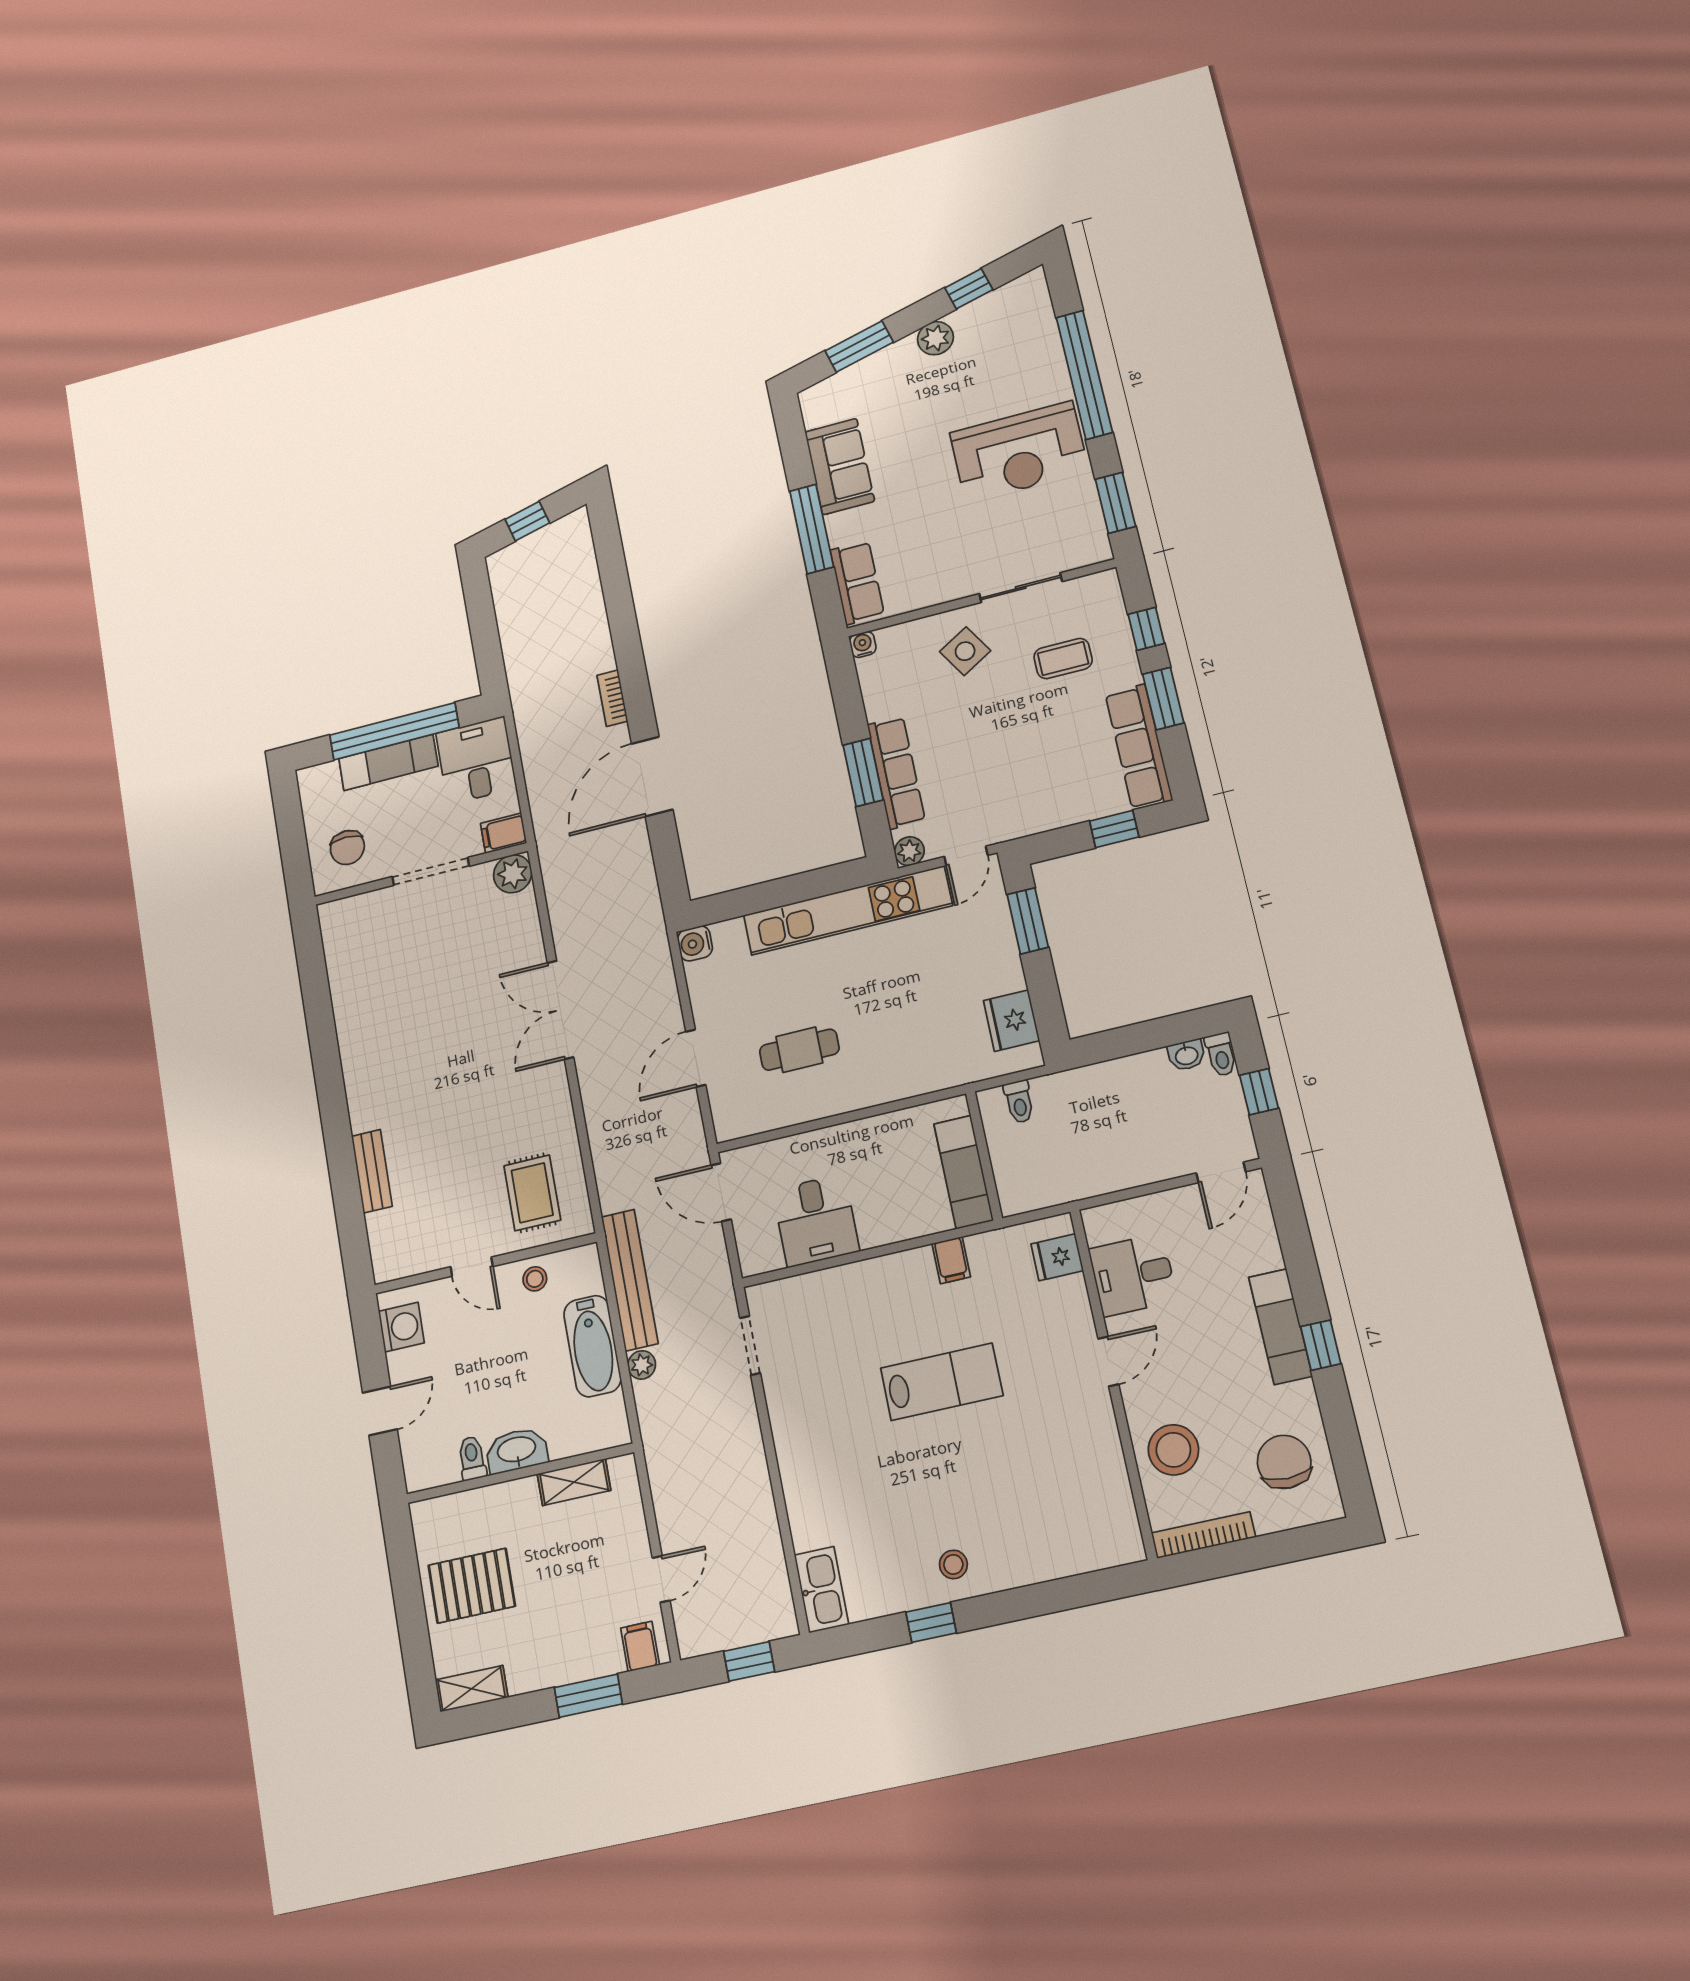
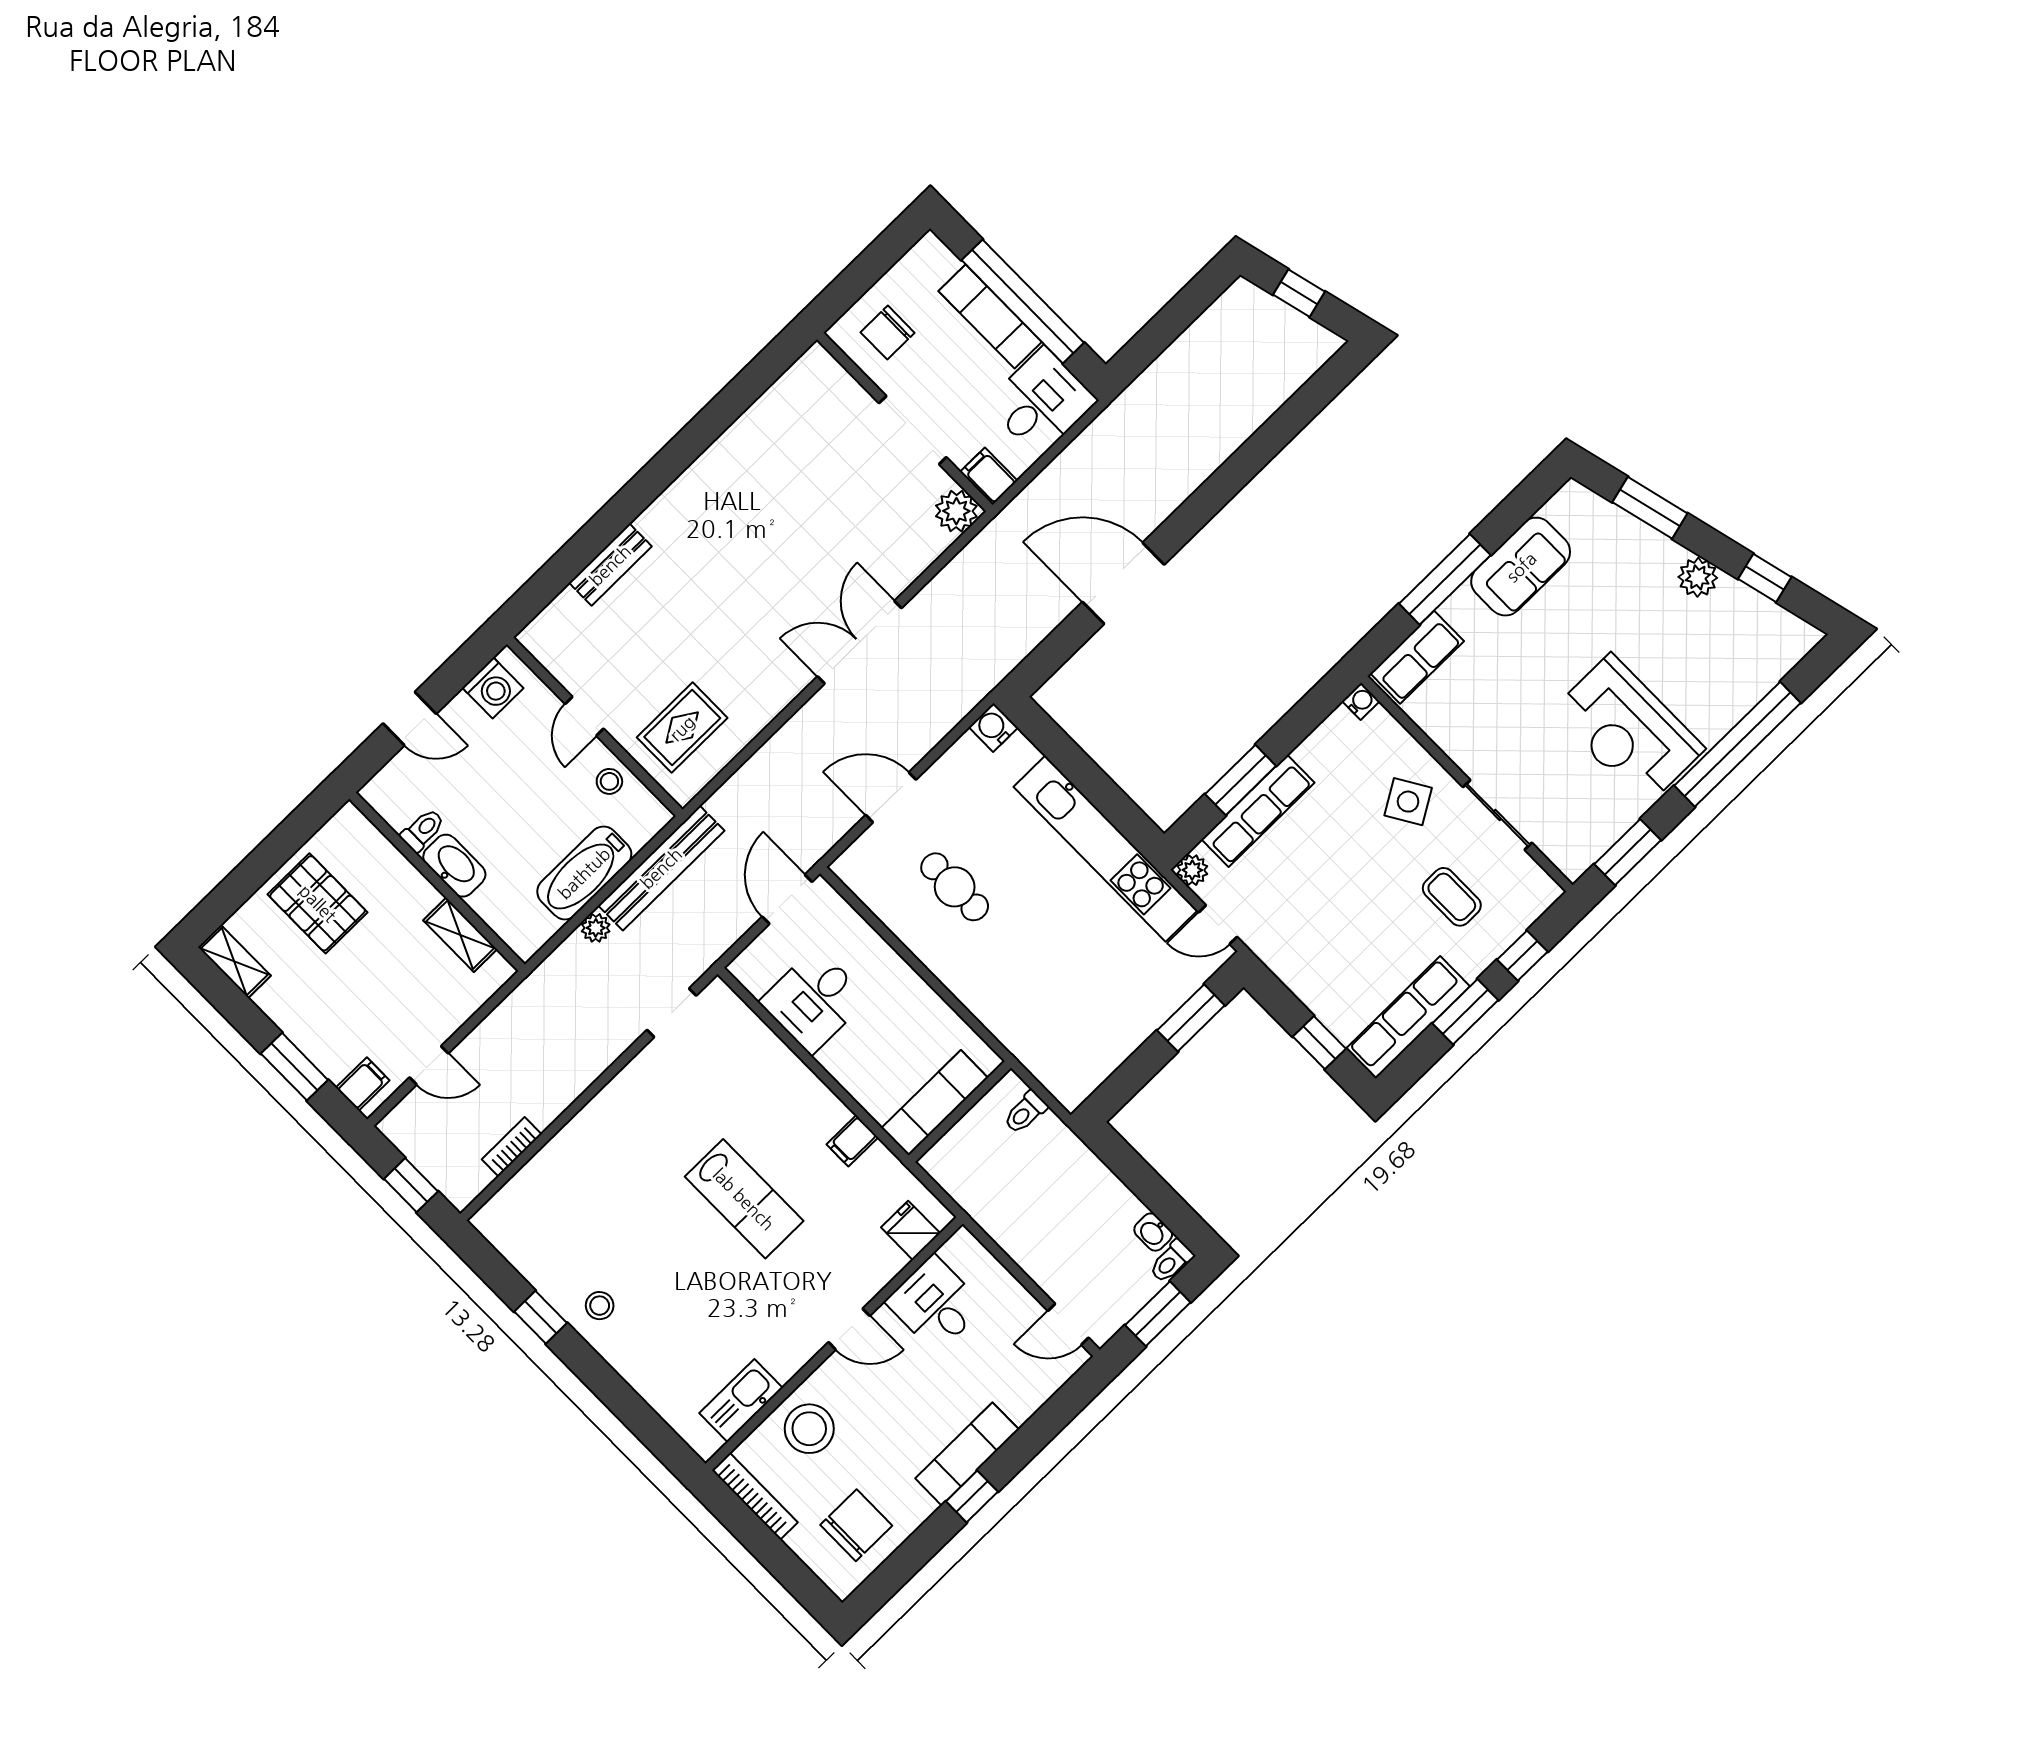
bookcase: (612, 698) -> (512, 1147), moved
fridge: (1011, 1021) -> (1093, 1060), removed
window: (1259, 1092) -> (1158, 1314), width x1.50
kitchen sink: (821, 1590) -> (741, 1400), moved, turned 180

